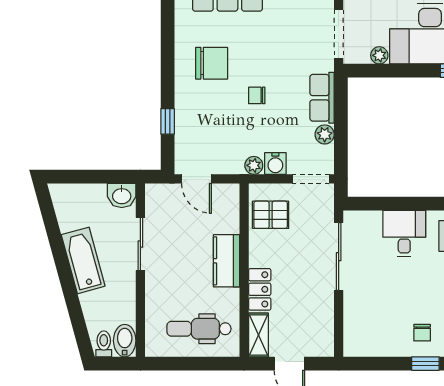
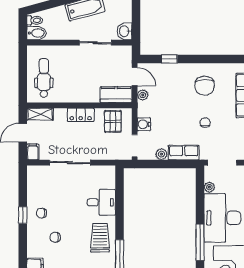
chair: (257, 95) -> (205, 123), moved
plant: (254, 165) -> (143, 95), moved
door: (197, 179) -> (135, 77), swing flipped
sliding door: (339, 257) -> (70, 163), moved
kitchen counter: (227, 261) -> (116, 95), moved
locker: (260, 289) -> (81, 115), moved
filing cabinet: (321, 347) -> (33, 152), added

